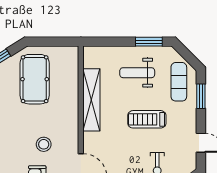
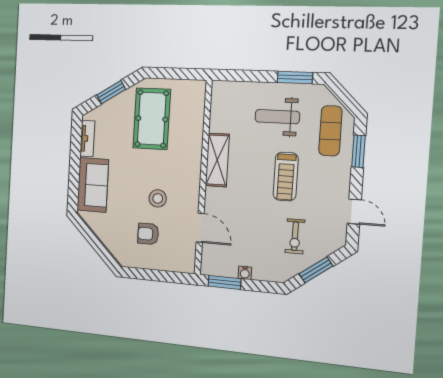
shelving: (91, 100) -> (217, 160), width x0.68
treadmill: (147, 119) -> (286, 177), turned -90

